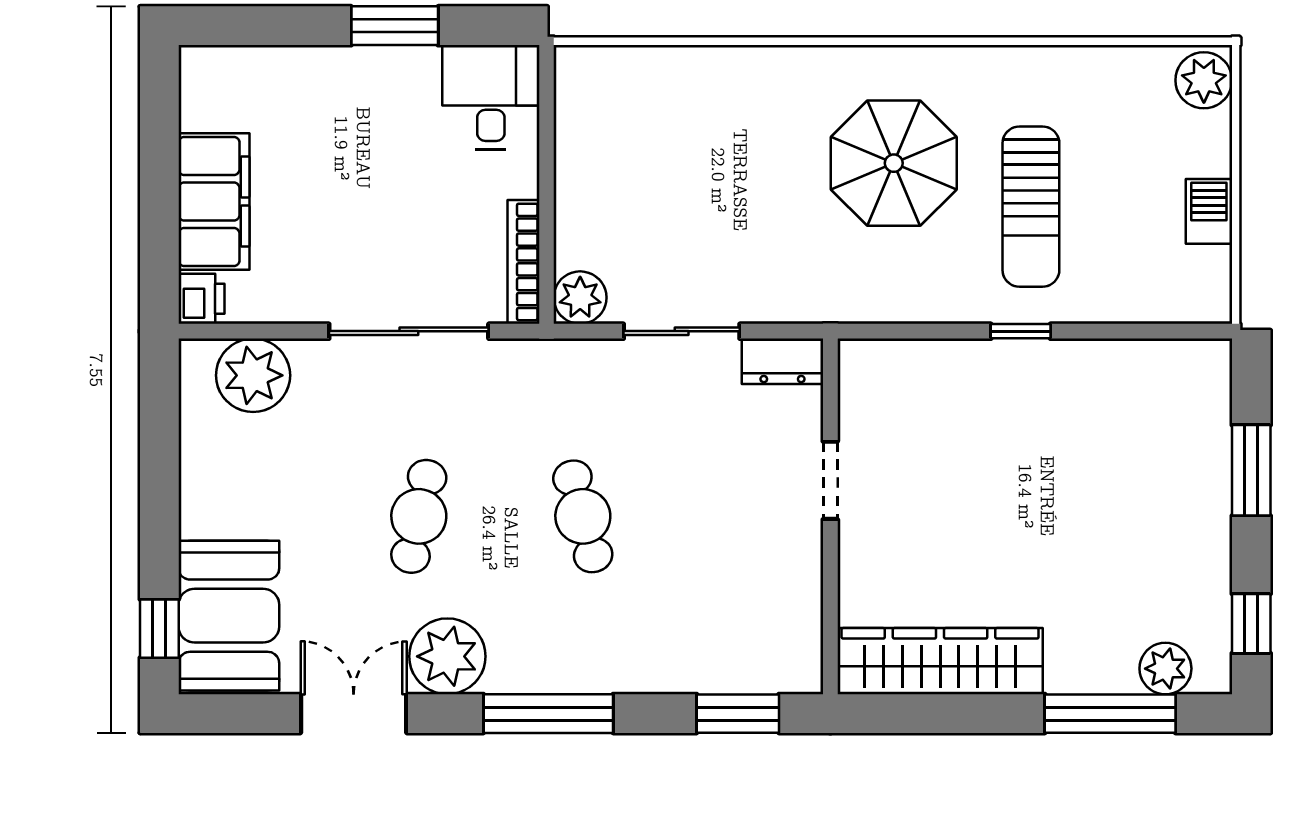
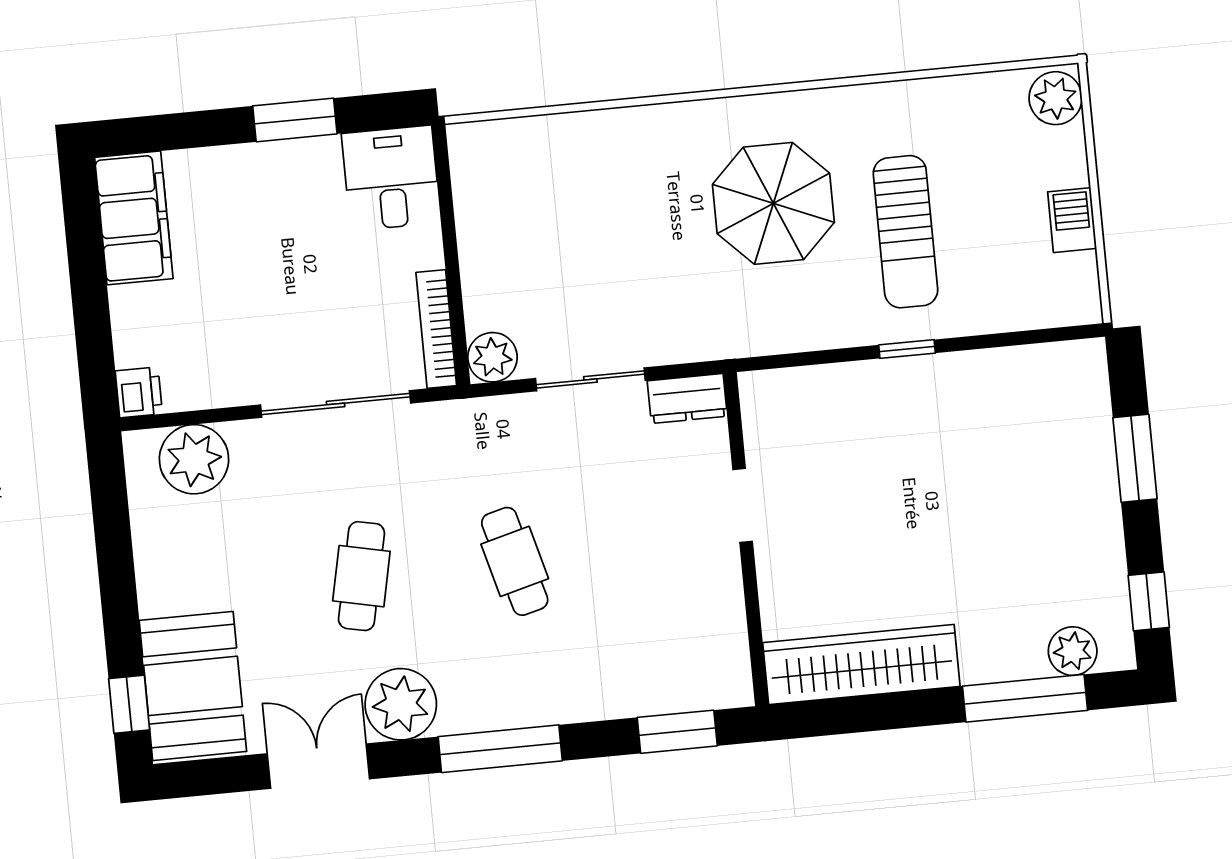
filing cabinet: (214, 202) -> (134, 218), moved

